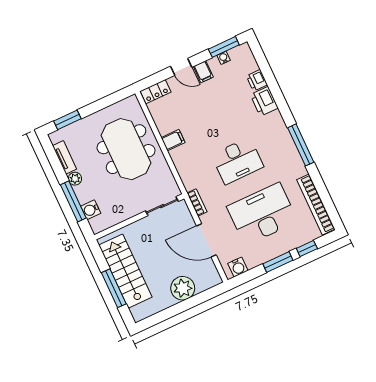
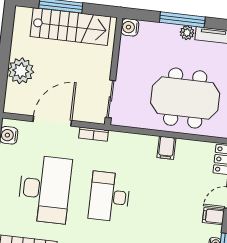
window: (73, 201) -> (182, 20), moved
water cooler: (91, 210) -> (130, 27), moved, turned -90

